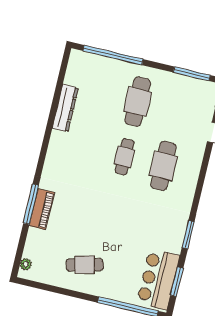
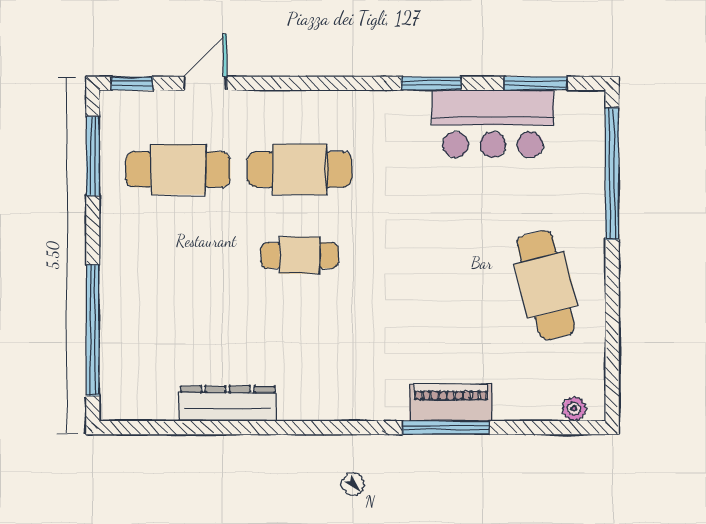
cafe table: (138, 102) -> (178, 169), moved
cafe table: (85, 265) -> (546, 285), width x1.37, depth x1.35
bar counter: (158, 279) -> (493, 124), moved

